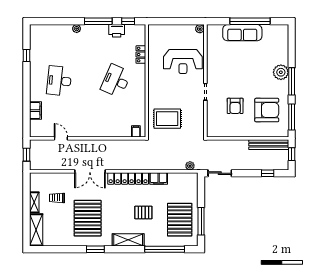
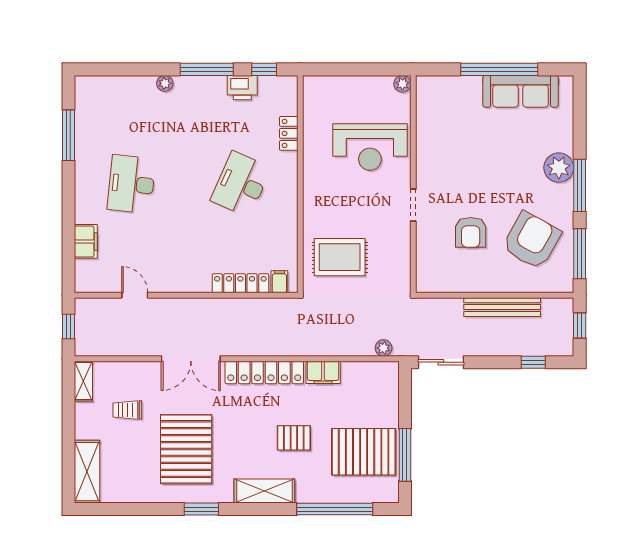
sofa: (242, 33) -> (521, 91), moved
window: (27, 55) -> (69, 135), width x2.17
armchair: (267, 110) -> (532, 240), turned -61
locker: (116, 132) -> (240, 283), added
bench: (269, 145) -> (502, 307), moved
shelving: (34, 202) -> (83, 381), moved
pallet: (180, 220) -> (364, 452), turned 90

